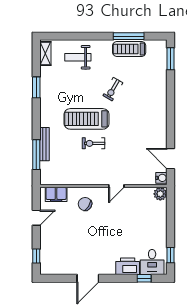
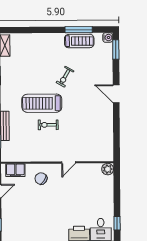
treadmill: (129, 49) -> (79, 41), turned 180
weight bench: (78, 57) -> (34, 49), removed
door: (171, 159) -> (116, 94), moved
water cooler: (161, 178) -> (108, 38), moved

